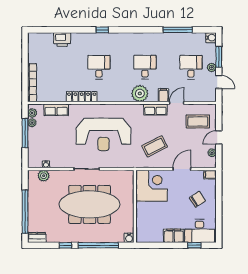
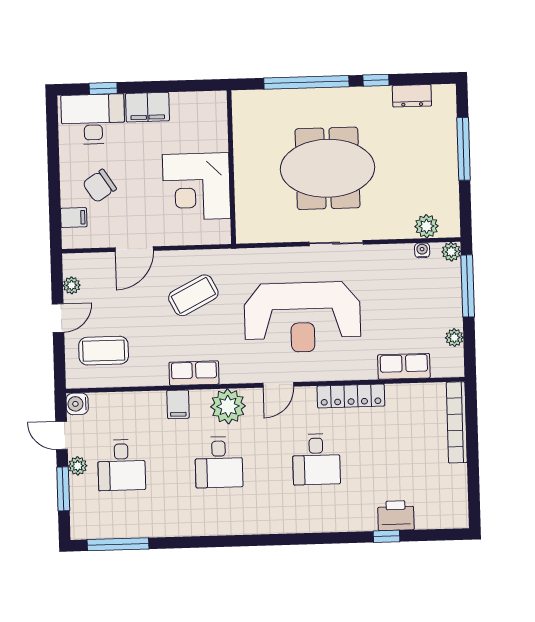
window: (102, 30) -> (387, 536), moved
window: (178, 30) -> (118, 544), moved
water cooler: (211, 38) -> (77, 404), moved
door: (177, 103) -> (278, 385), moved
plant: (32, 113) -> (451, 252), moved
window: (25, 133) -> (468, 286), moved
reception desk: (103, 134) -> (302, 317), turned 180
filing cabinet: (210, 175) -> (74, 218), moved
corner desk: (152, 186) -> (196, 187), moved
meeting table: (90, 204) -> (328, 168), width x0.73
window: (25, 212) -> (464, 149), width x0.68
dresser: (37, 237) -> (412, 96), moved
water cooler: (129, 238) -> (242, 100), removed

